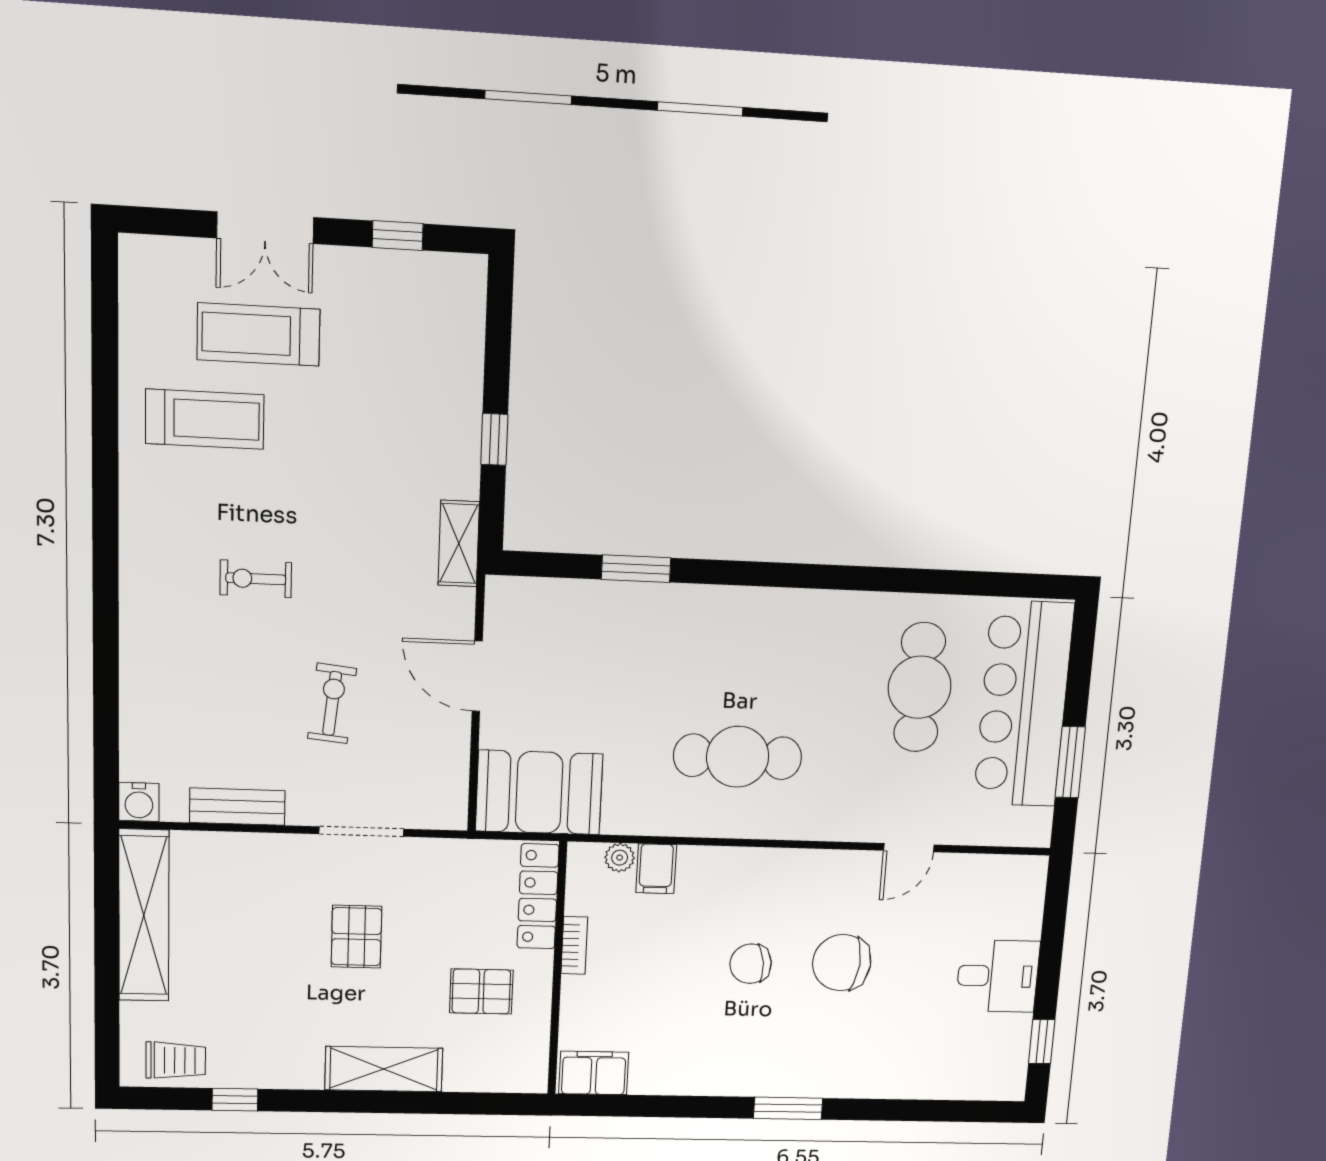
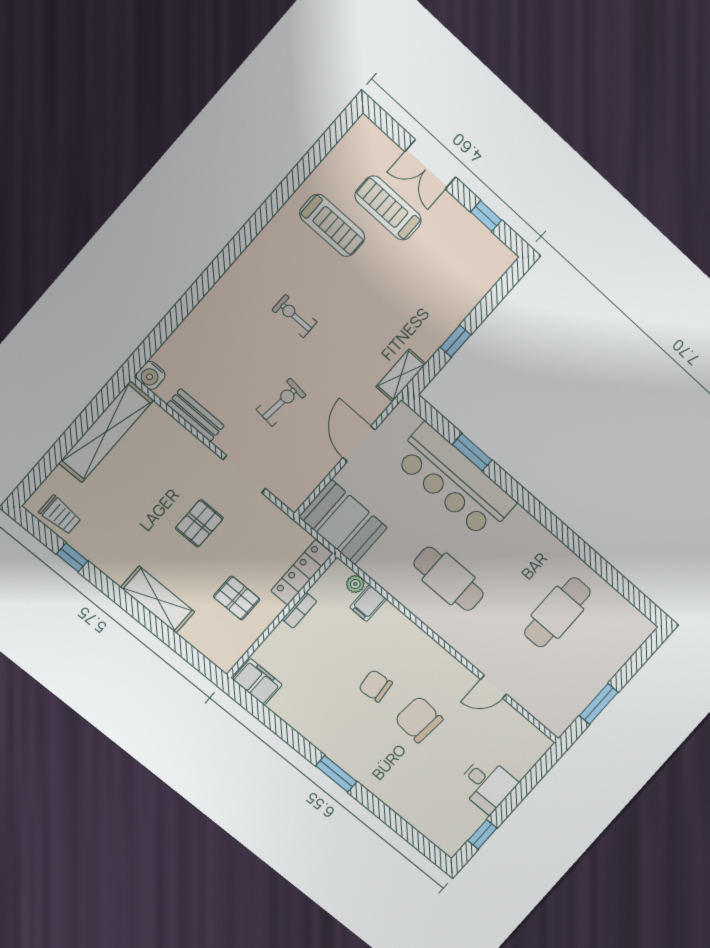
bar counter: (1023, 704) -> (455, 481), moved, turned -90

